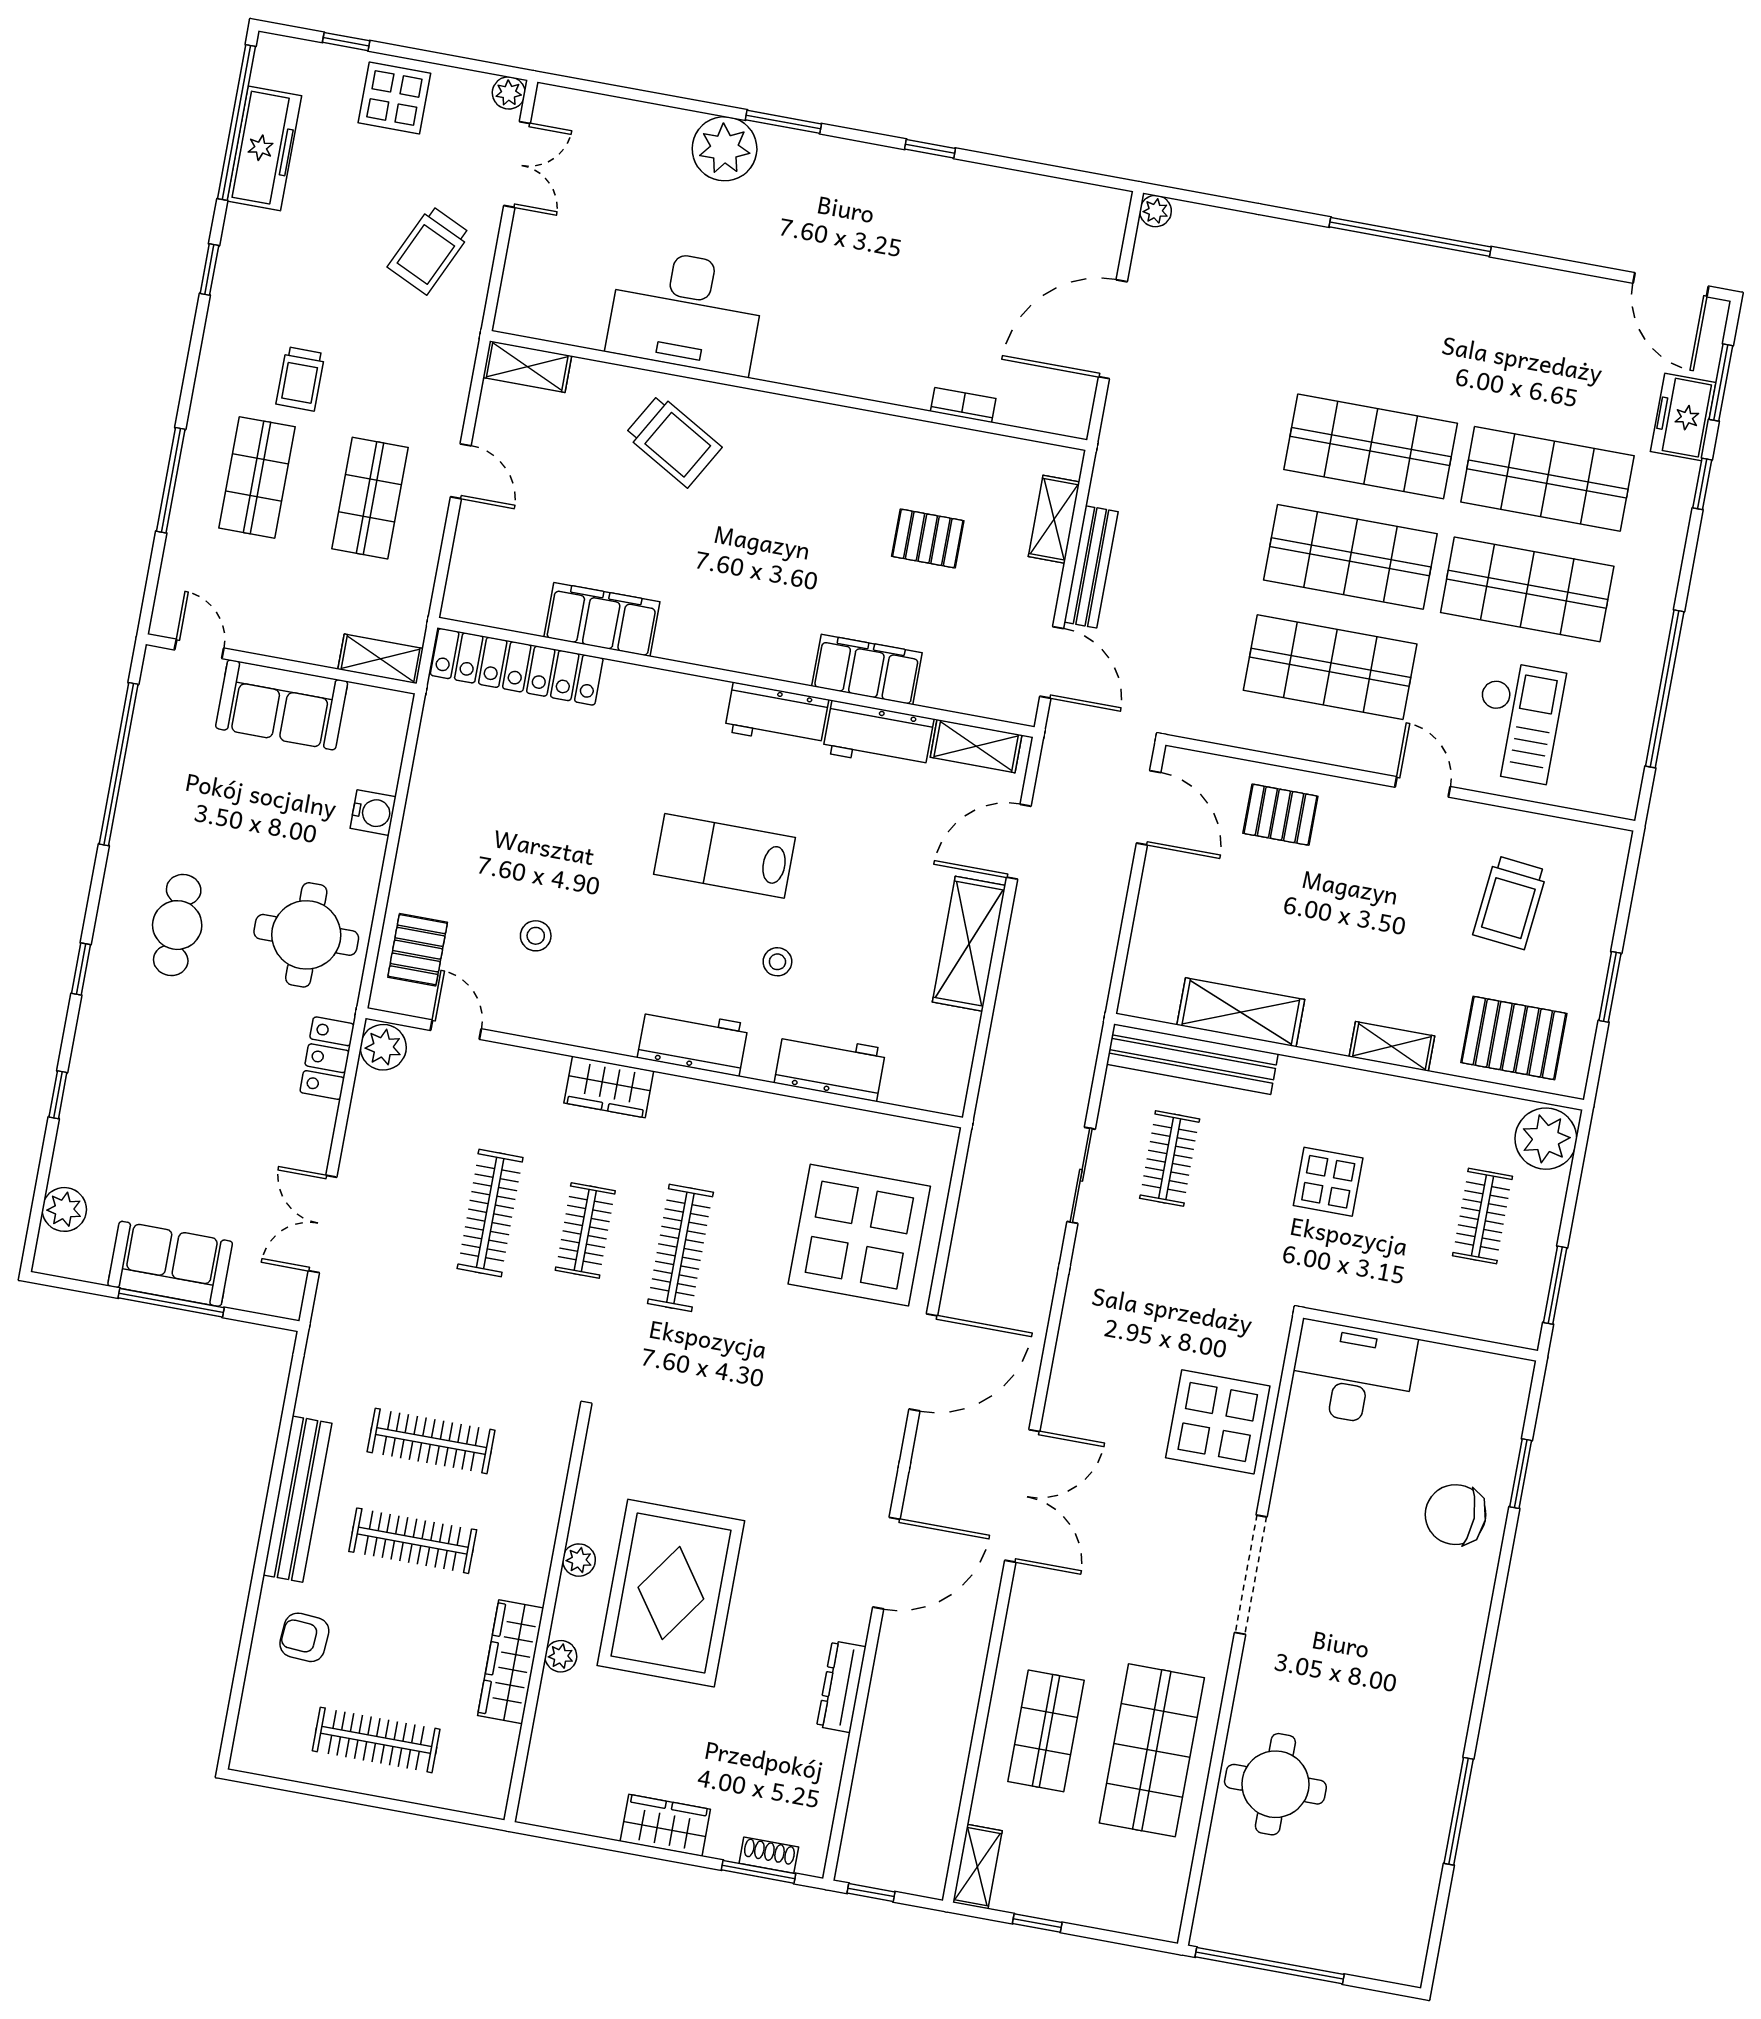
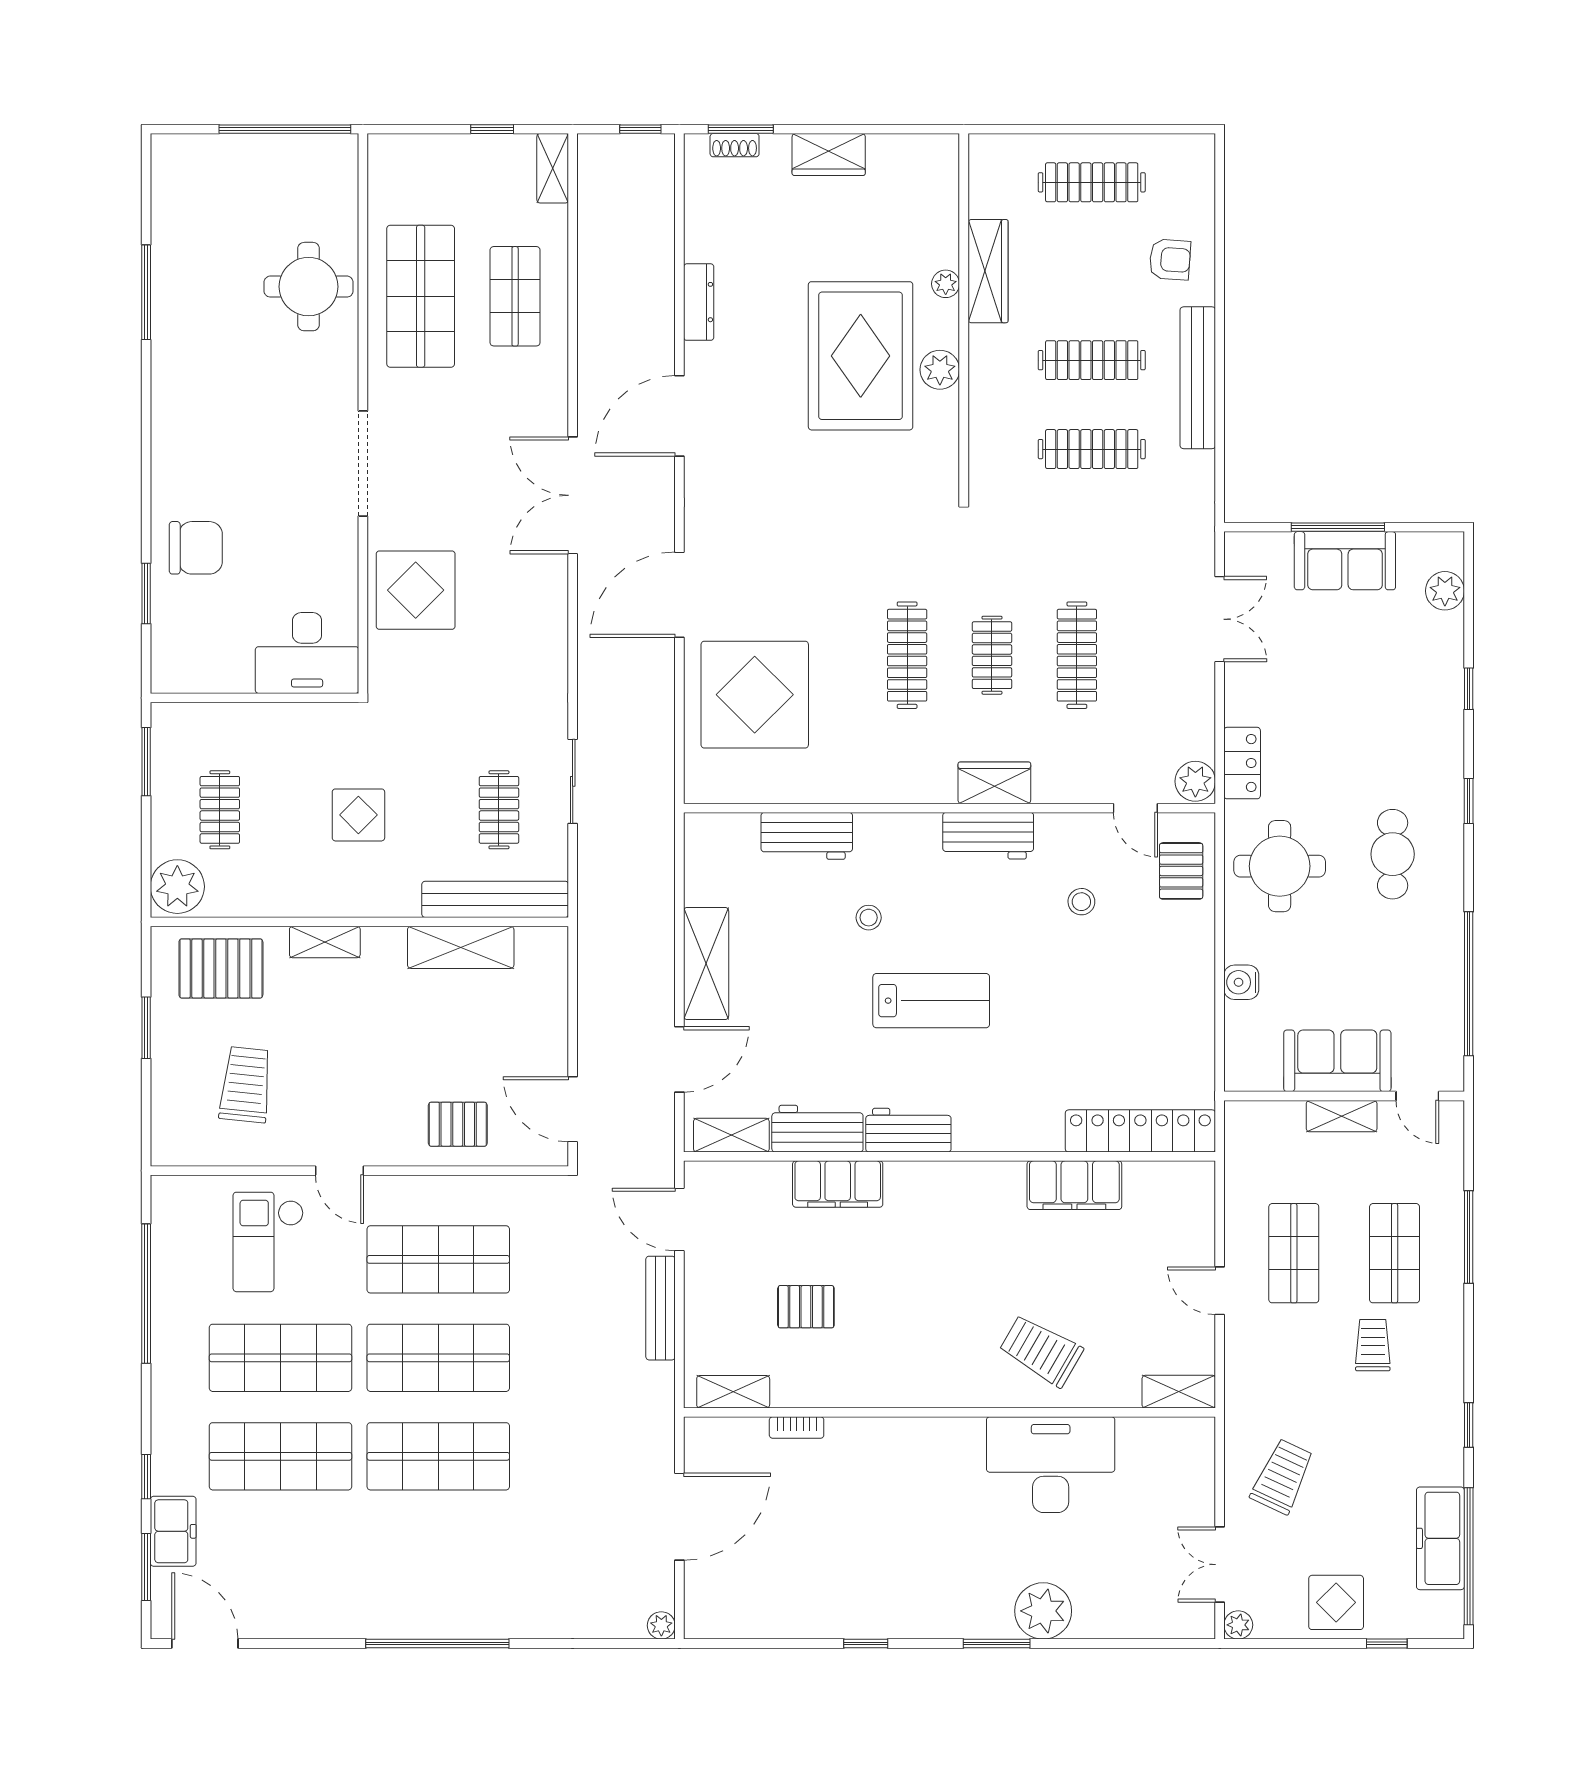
shelving: (1054, 519) -> (733, 1392), moved, turned 90
shelving: (381, 659) -> (1342, 1116), moved
workbench: (693, 1041) -> (988, 836), moved
plant: (579, 1560) -> (940, 370), width x1.38, depth x1.38

